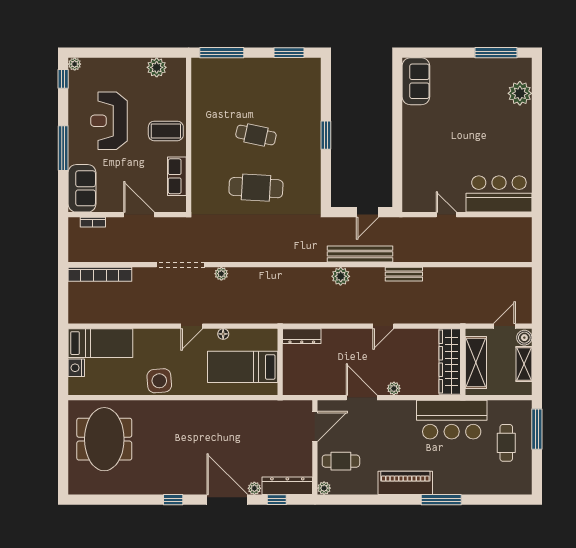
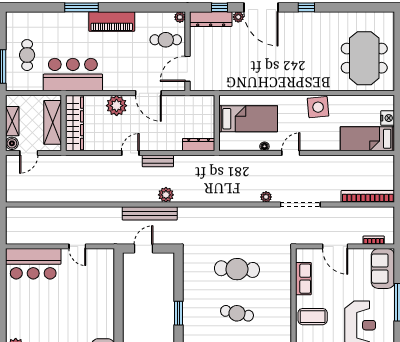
bench: (404, 274) -> (158, 161), moved
plant: (394, 388) -> (117, 106), width x1.87, depth x1.87

